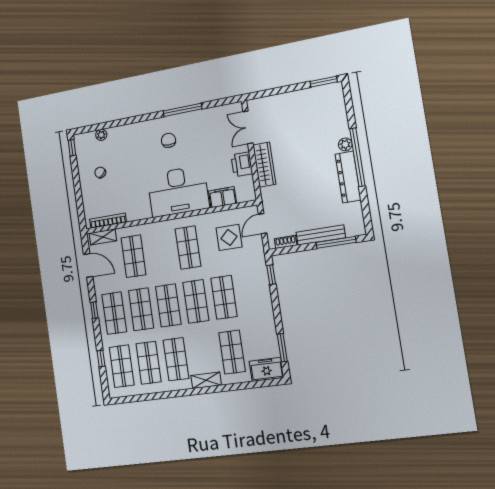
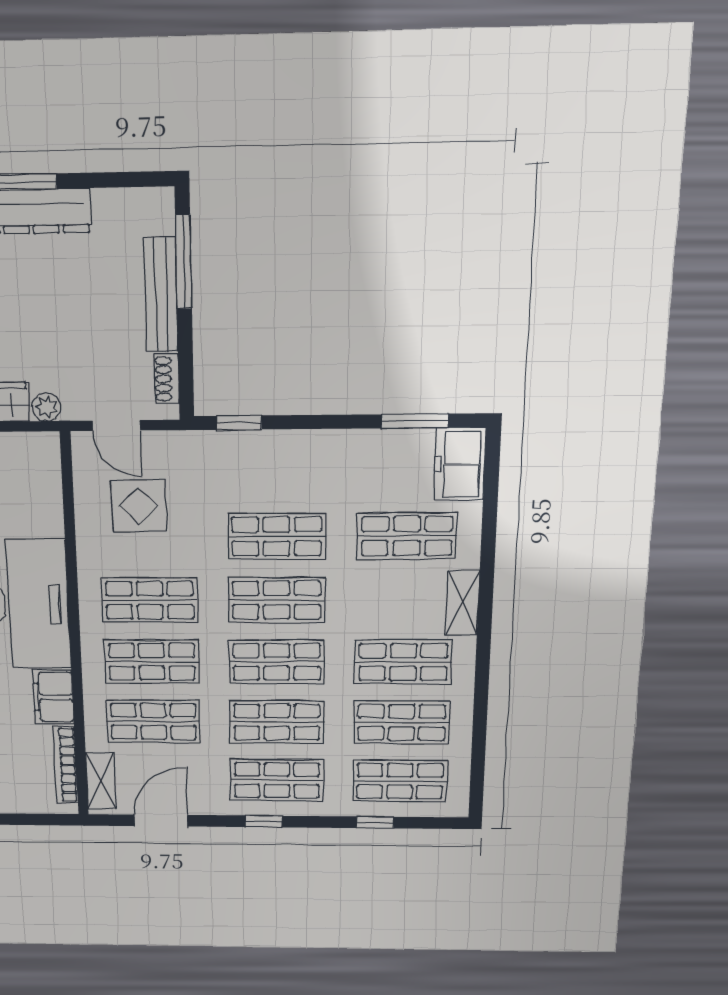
plant: (266, 193) -> (47, 407), added
filing cabinet: (222, 197) -> (53, 697), moved
shop shelf: (161, 252) -> (152, 662), added

